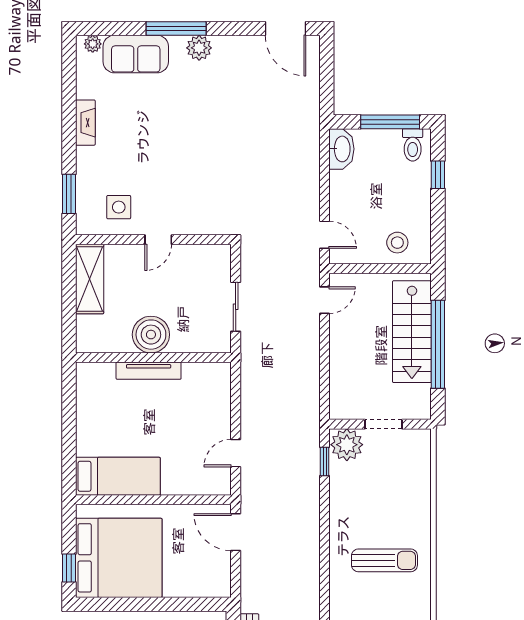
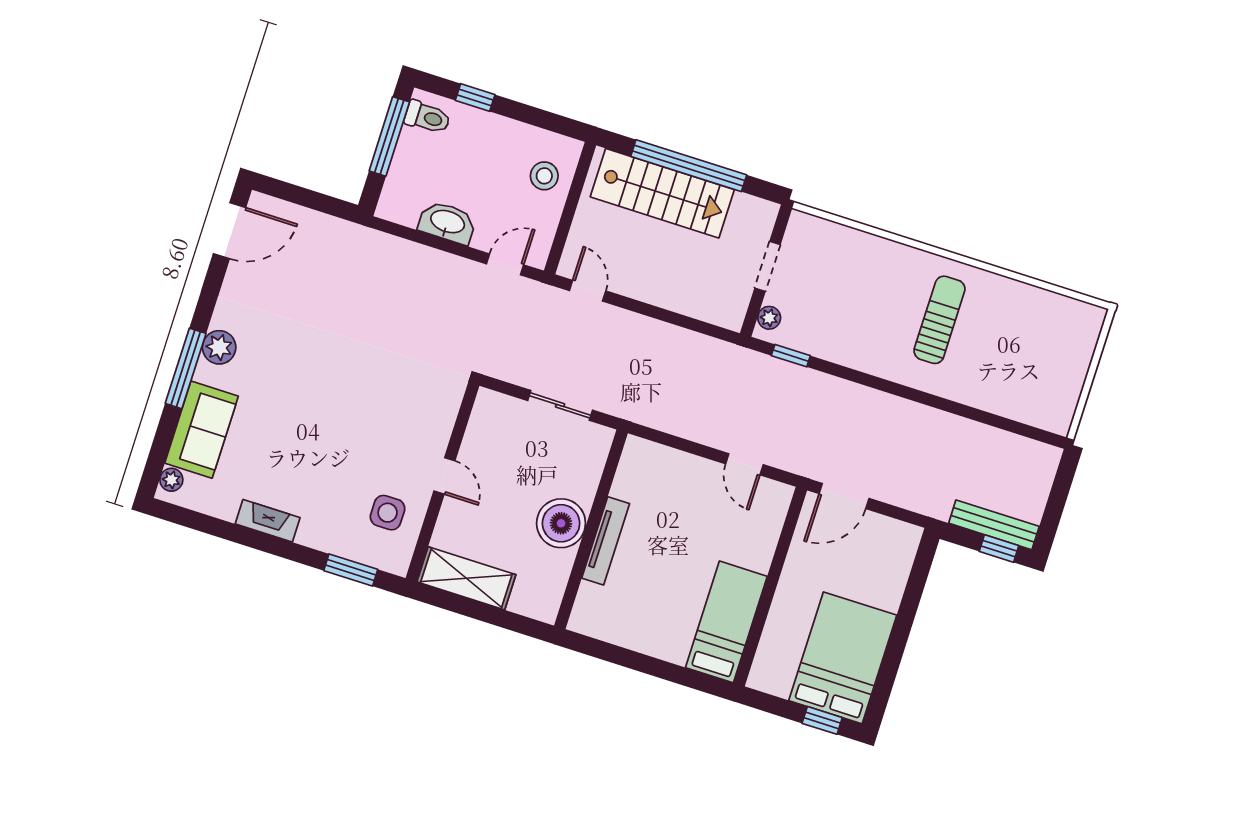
washbasin: (341, 149) -> (447, 222), moved
plant: (347, 445) -> (769, 318), width x0.53, depth x0.53
bed: (119, 558) -> (843, 658), width x0.73

